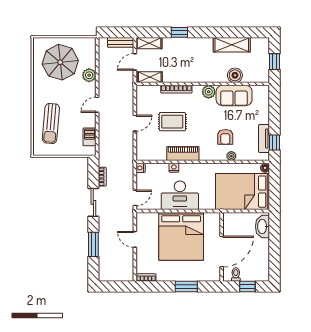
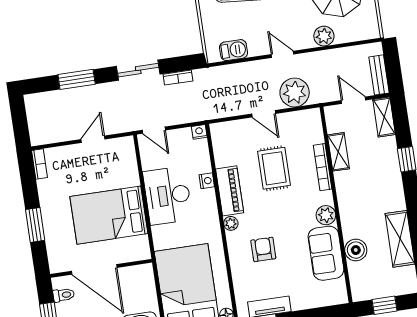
shelving: (150, 77) -> (338, 152), moved
plant: (124, 100) -> (295, 93), added
armchair: (225, 137) -> (263, 249), turned 90
plant: (231, 156) -> (231, 223), moved
bed: (181, 236) -> (109, 215), width x0.73

